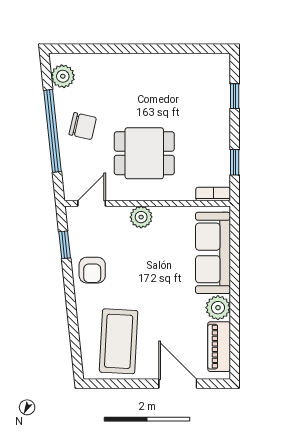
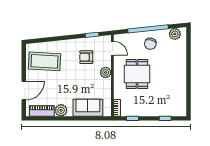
sofa: (213, 253) -> (88, 108), width x0.73
armchair: (92, 270) -> (86, 57), moved

